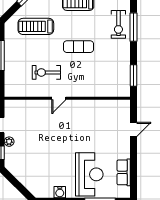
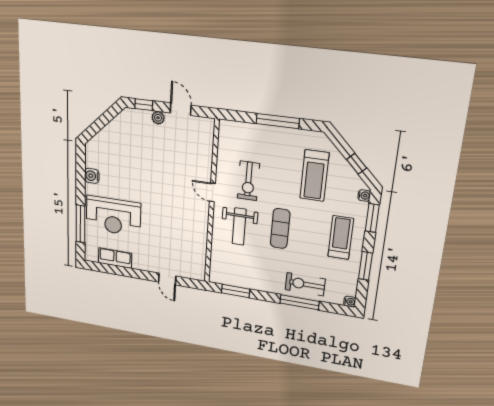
treadmill: (36, 26) -> (314, 176), turned 180
exercise bike: (46, 72) -> (248, 181), turned 180
weight bench: (82, 77) -> (239, 227), added

